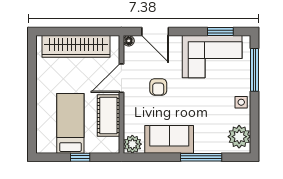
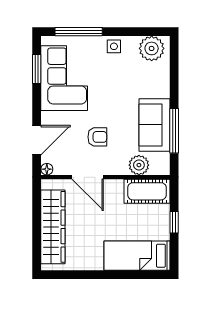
cot: (108, 115) -> (147, 191), moved
bed: (70, 123) -> (137, 256), moved
plant: (132, 144) -> (139, 165), moved
window: (201, 157) -> (174, 131), moved

